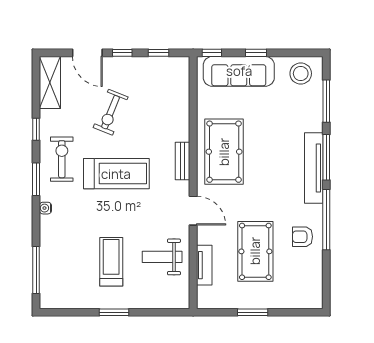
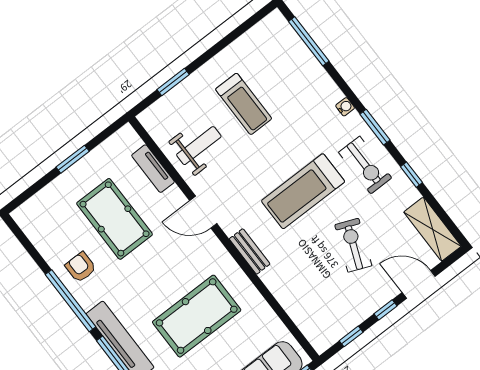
pool table: (224, 152) -> (197, 316), moved, turned 90
armchair: (302, 237) -> (81, 267), turned -90
window: (114, 312) -> (173, 82), moved

